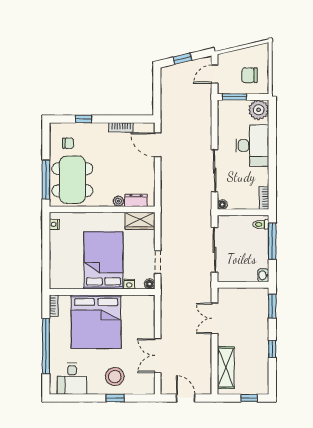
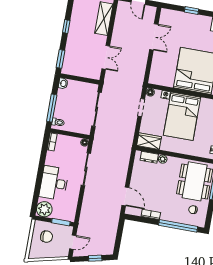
window: (83, 119) -> (178, 226), width x3.17
stool: (115, 377) -> (189, 27), removed

